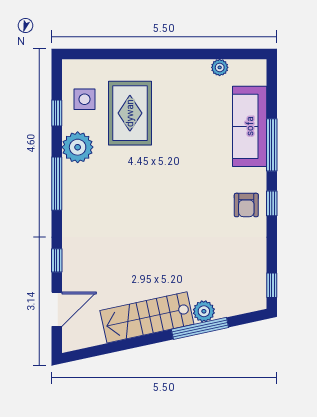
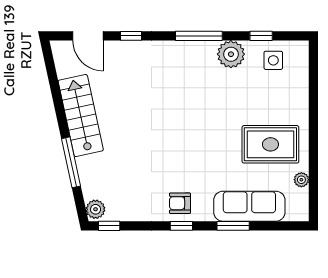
rug: (130, 113) -> (270, 144), moved
window: (272, 145) -> (233, 226), width x0.69
plant: (204, 311) -> (96, 209), moved

